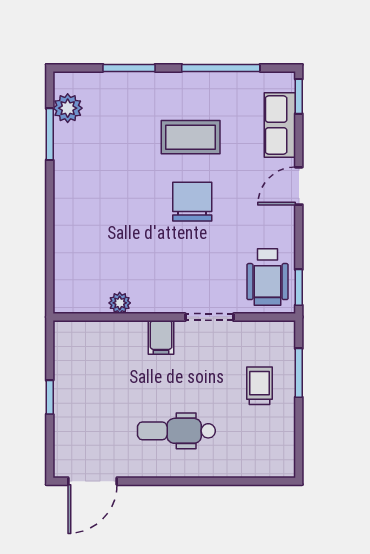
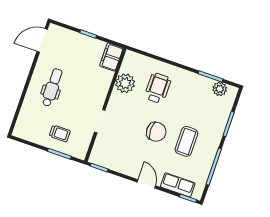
wheelchair: (268, 277) -> (158, 88), moved, turned 90
plant: (120, 303) -> (125, 83), width x1.88, depth x1.88
filing cabinet: (161, 337) -> (111, 57), moved, width x2.00
door: (92, 481) -> (42, 40), hinge flipped

